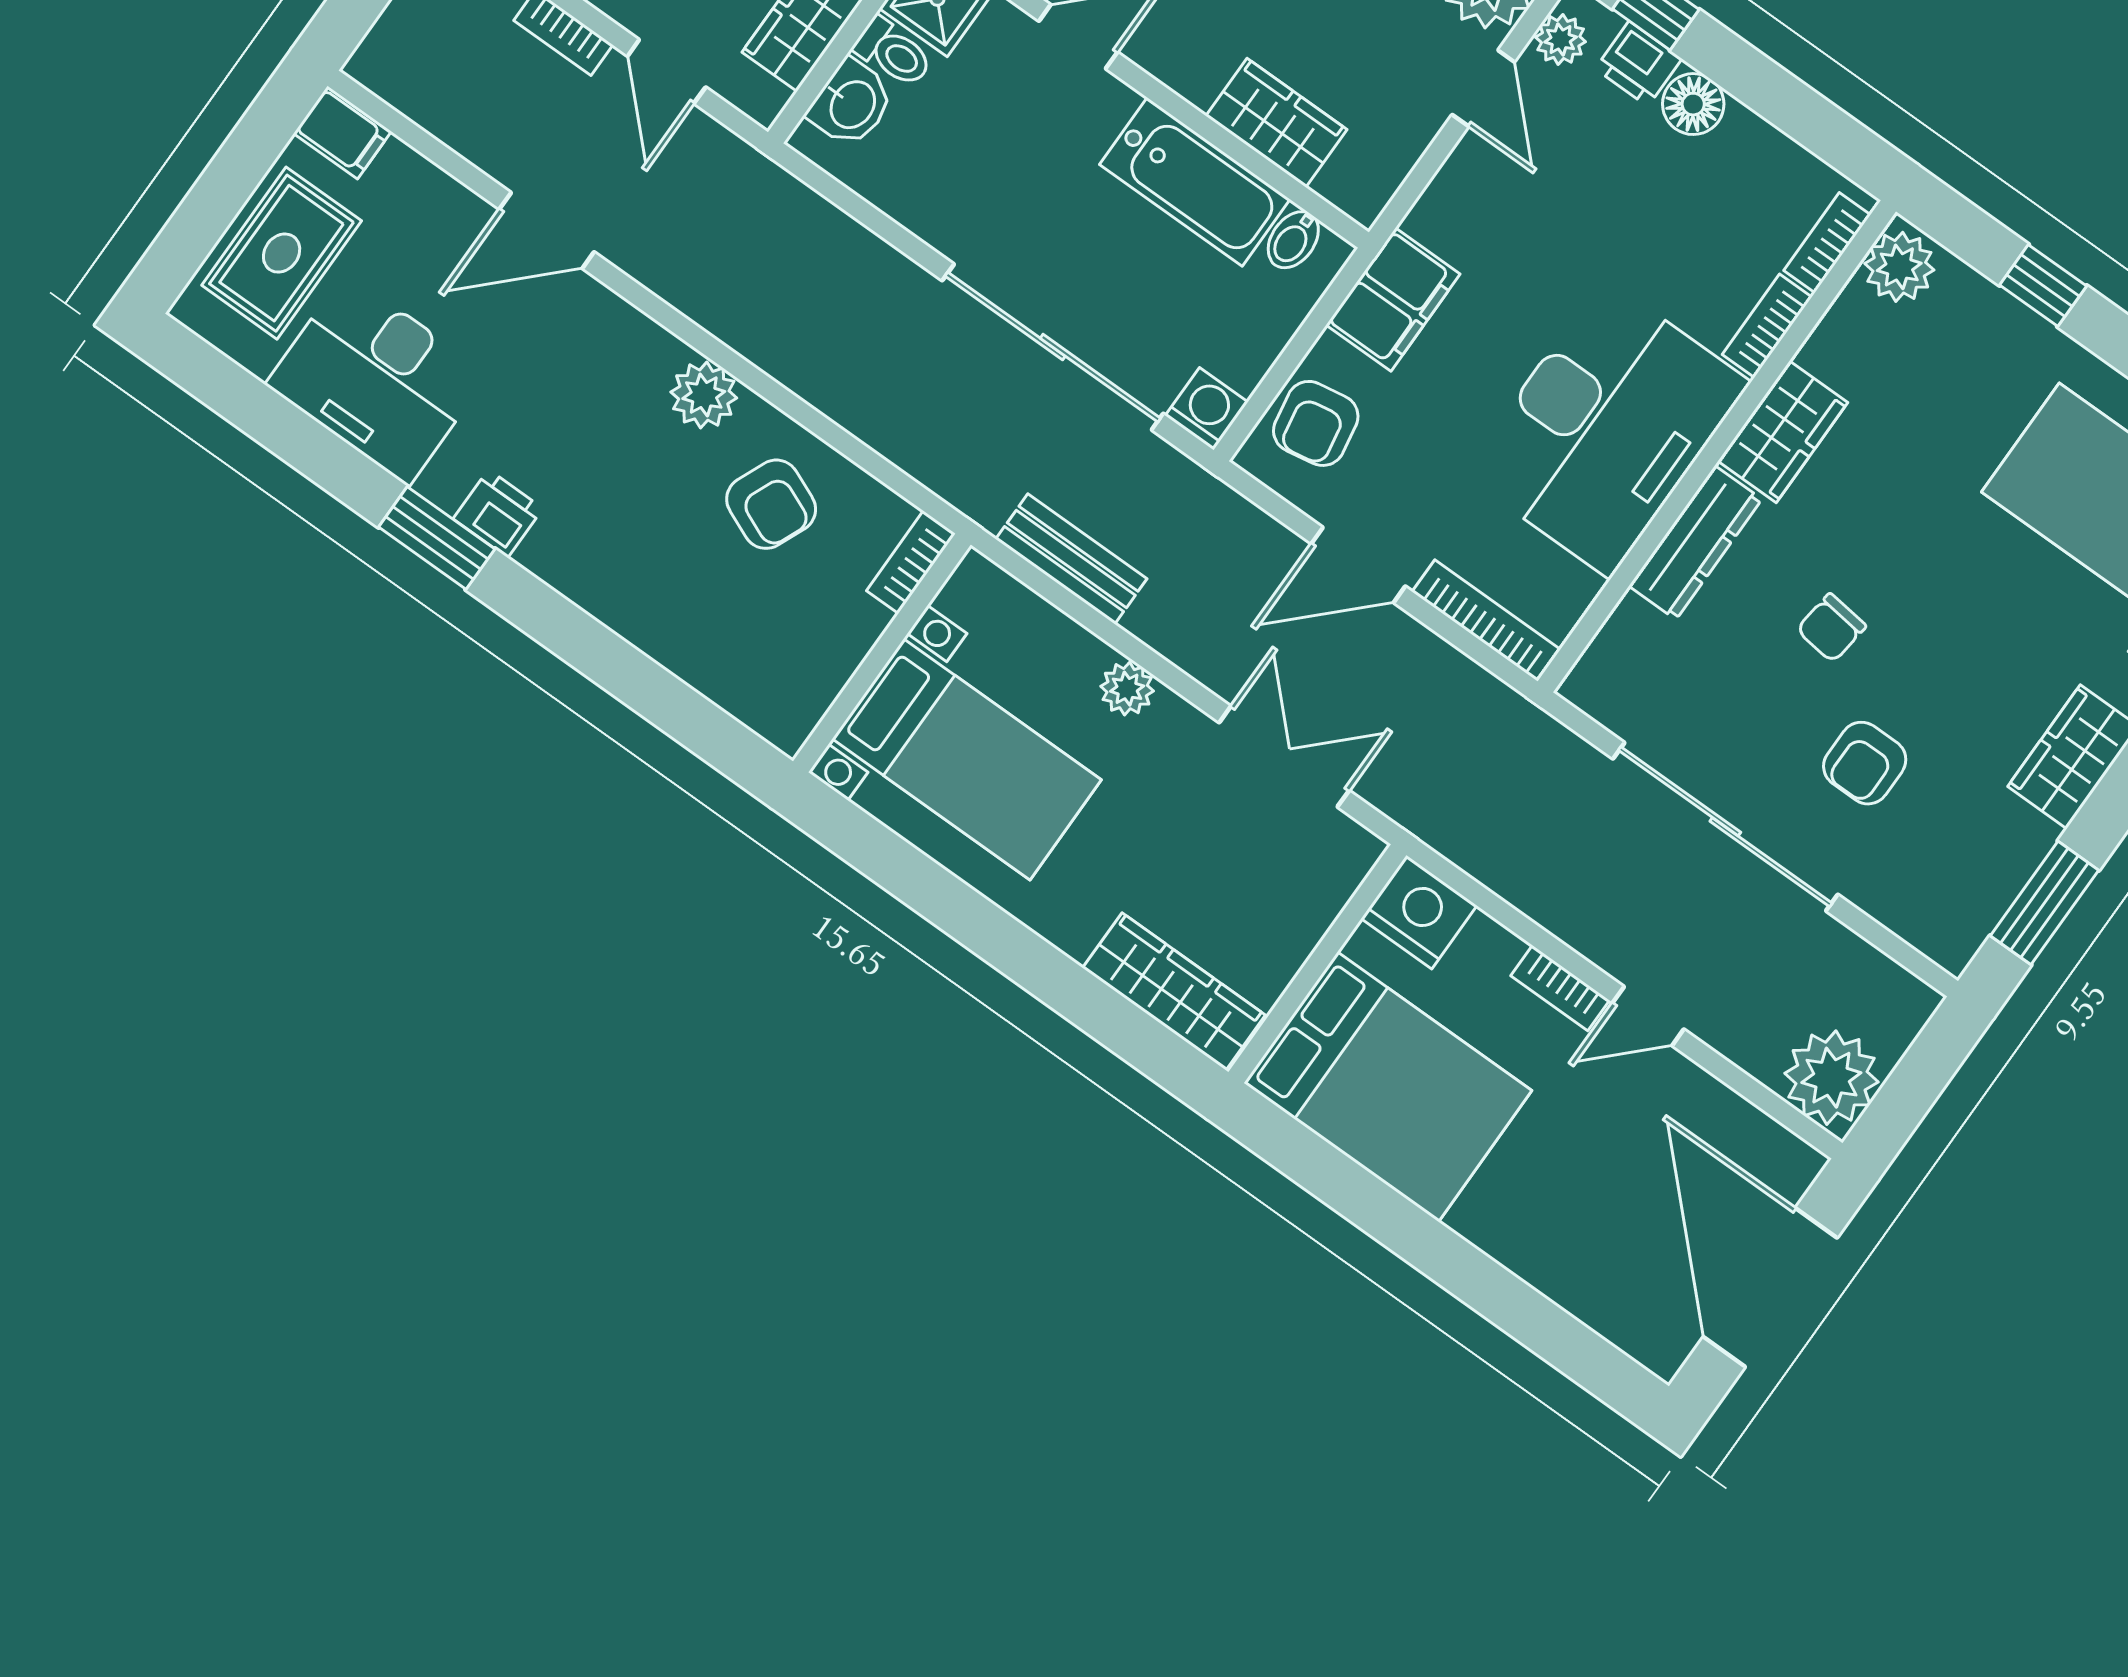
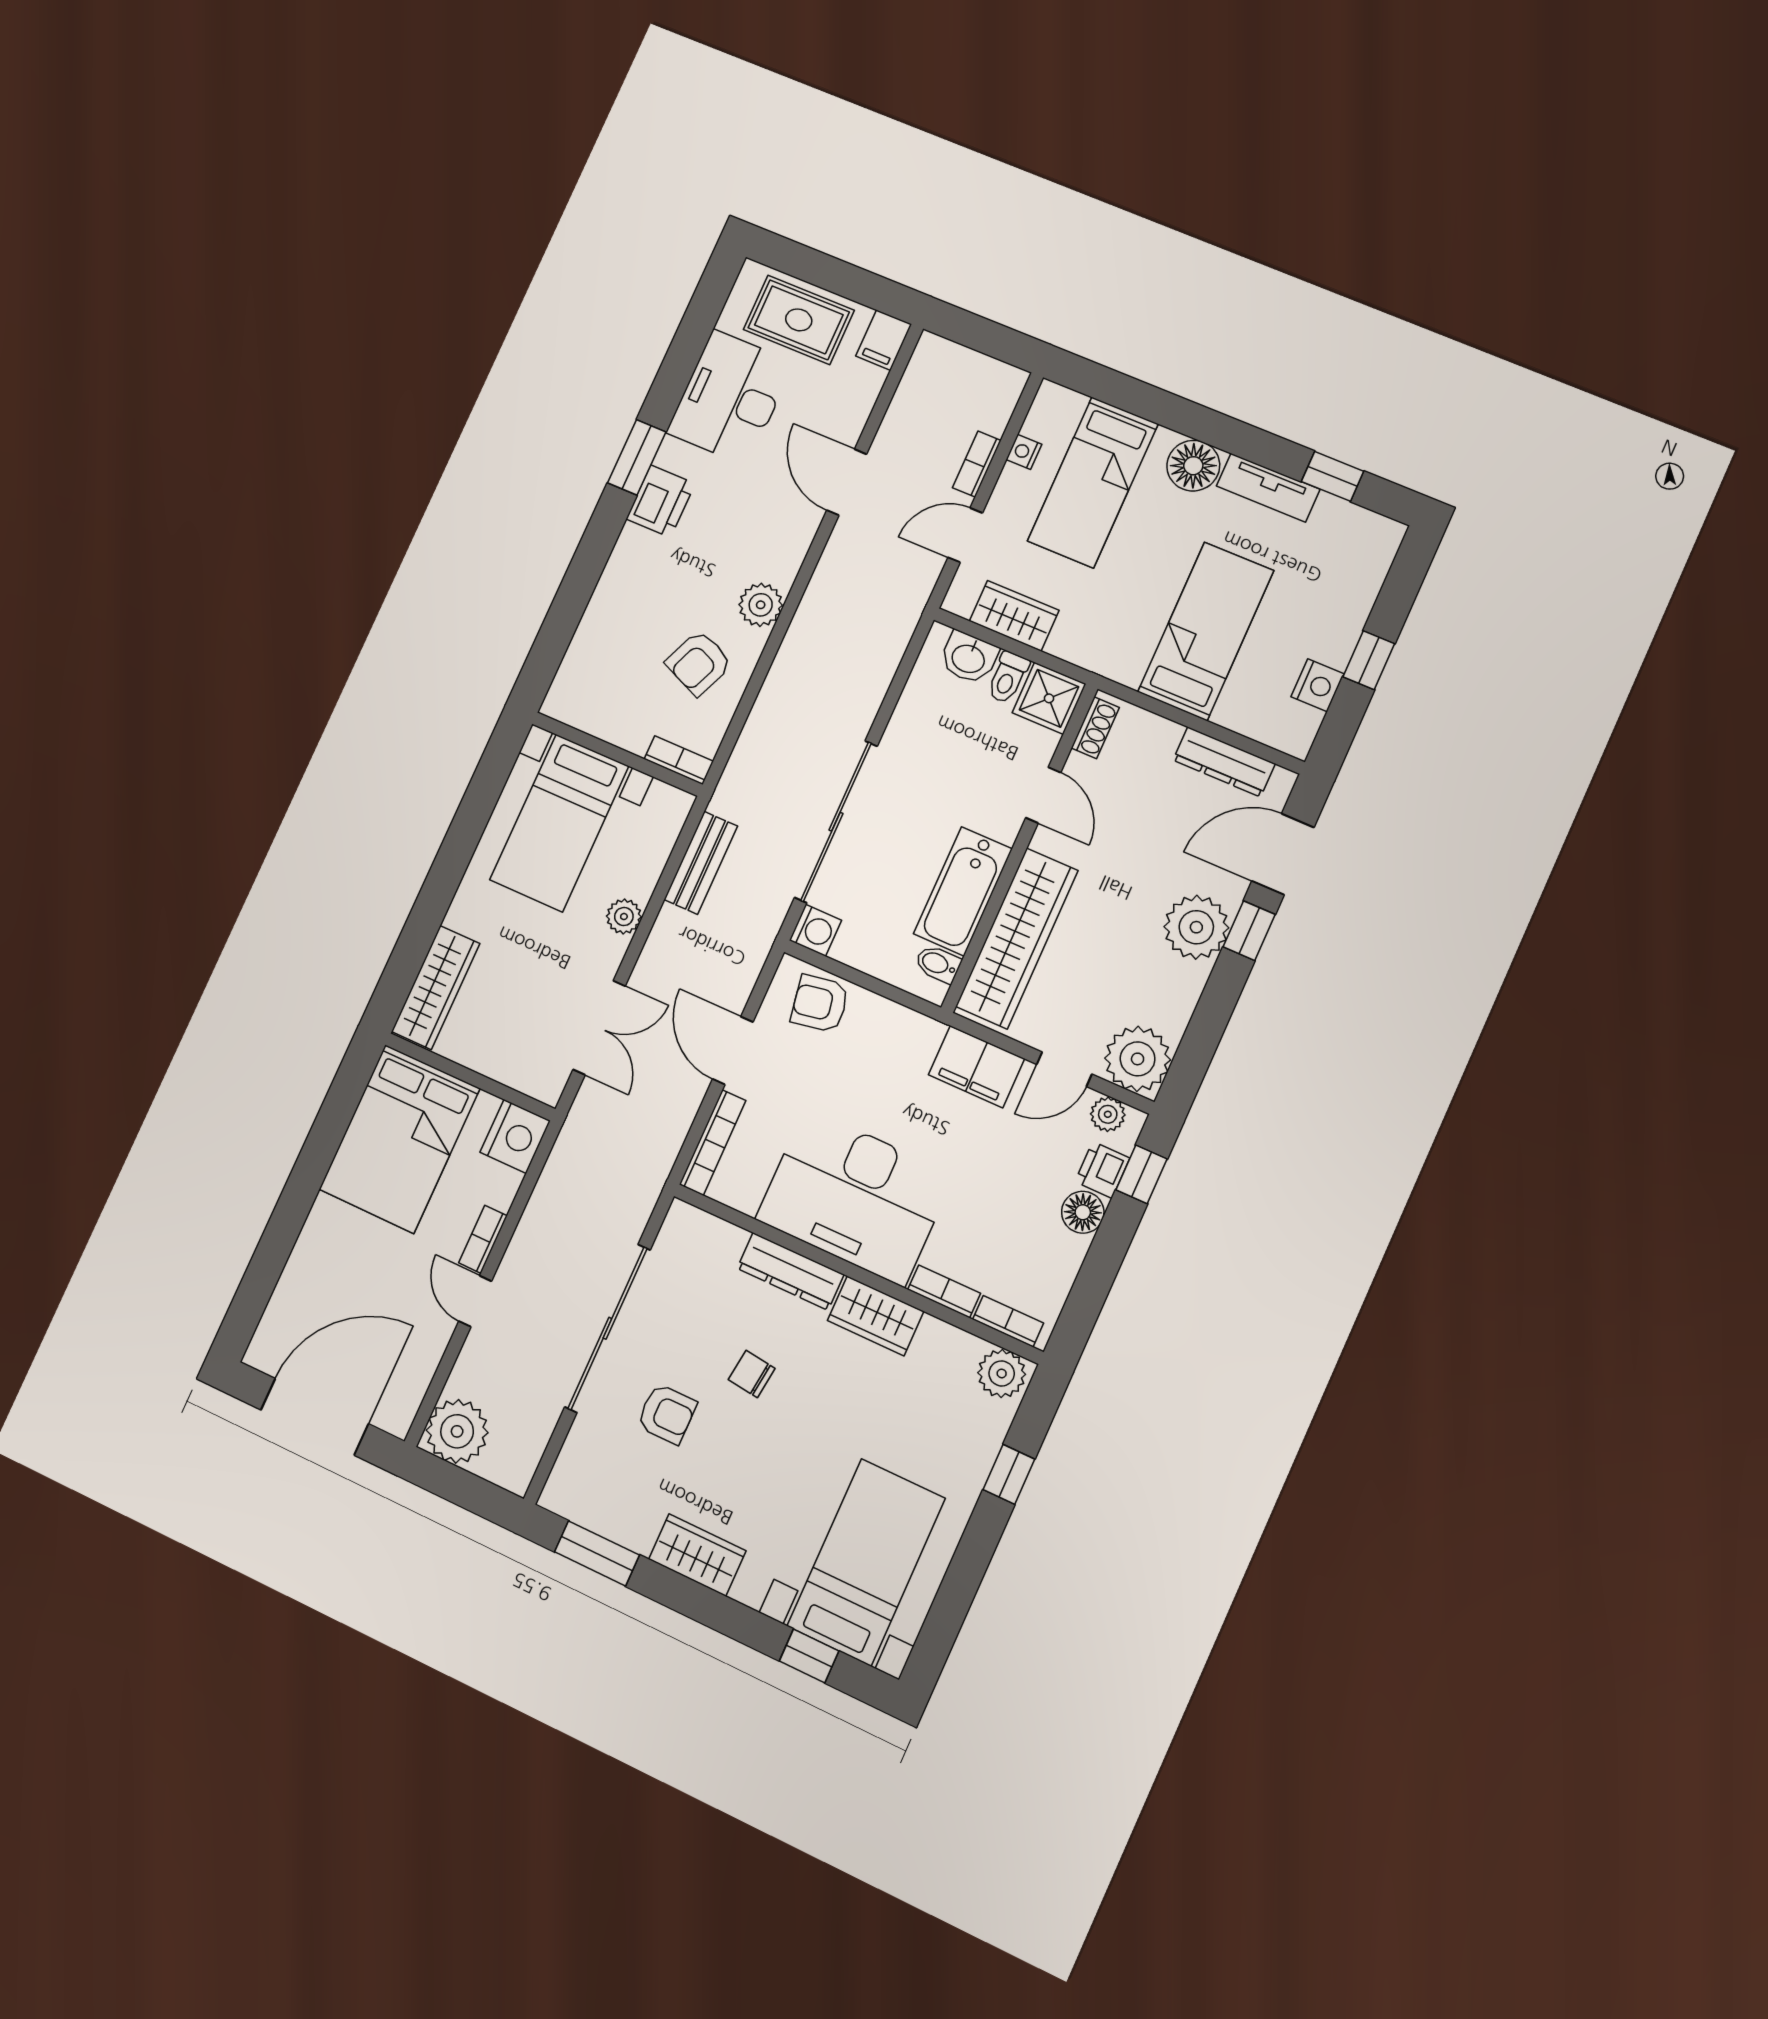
wardrobe: (1276, 123) -> (1017, 938), width x2.10, depth x1.17
filing cabinet: (1393, 300) -> (976, 1067), moved
printer: (498, 514) -> (661, 501), width x1.36, depth x1.24
armchair: (1865, 763) -> (667, 1414), turned 180

